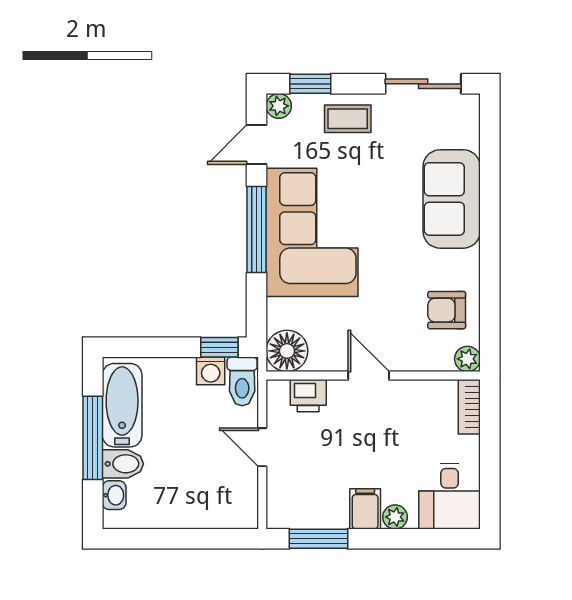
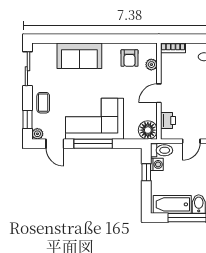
window: (219, 347) -> (146, 172), moved
plant: (467, 359) -> (151, 65), moved

